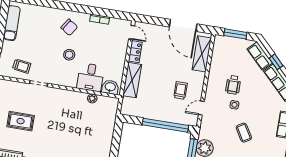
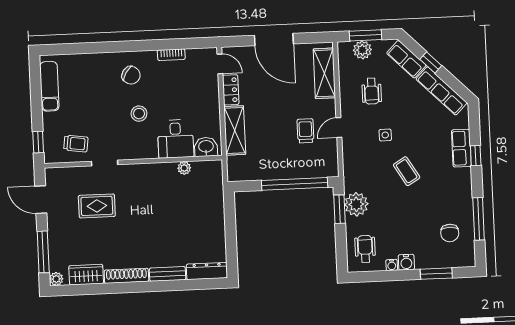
door: (183, 25) -> (274, 40), moved
plant: (231, 43) -> (362, 50), added
wheelchair: (233, 85) -> (372, 91), moved
door: (201, 108) -> (339, 128), moved
rug: (21, 121) -> (97, 206), moved

